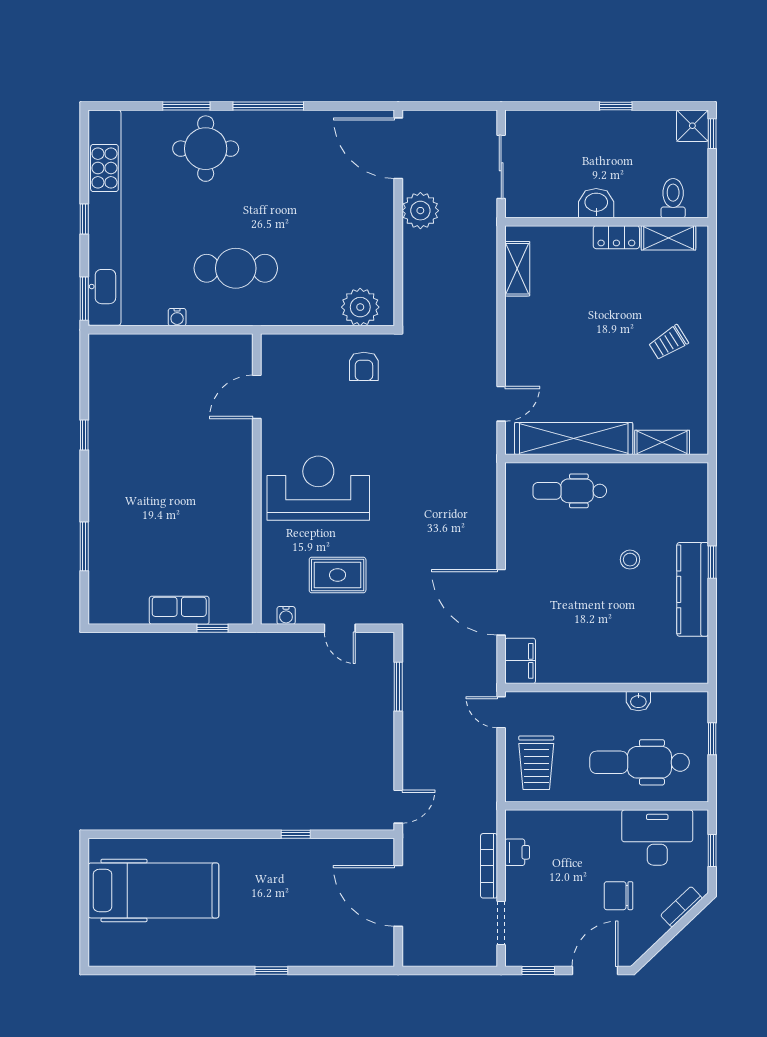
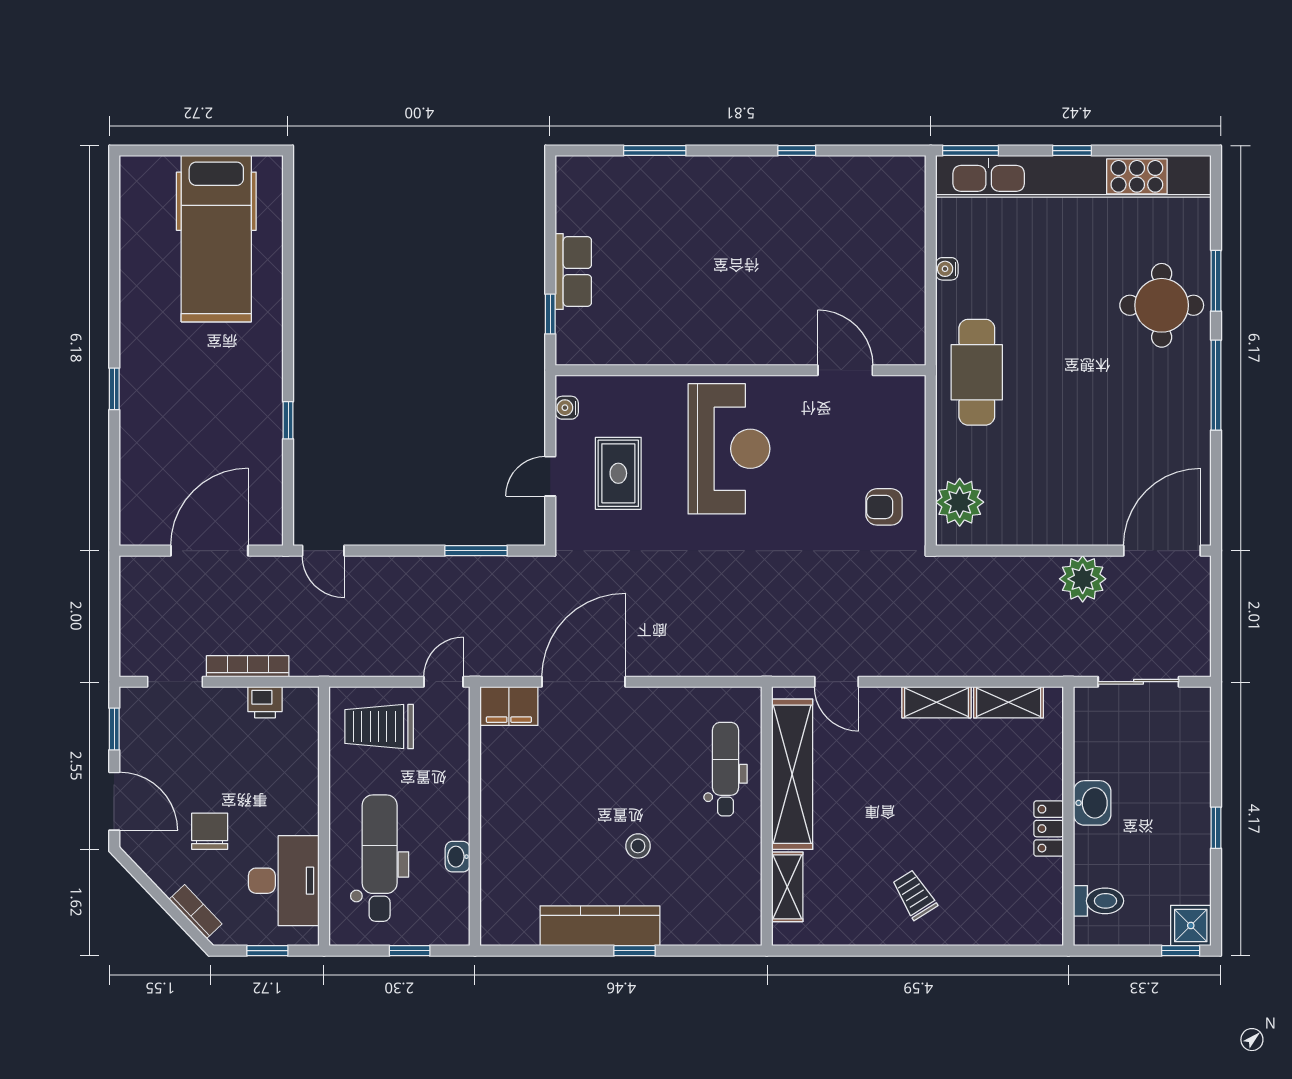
shelving: (669, 238) -> (936, 702), moved, turned 90
cafe table: (236, 268) -> (977, 372), moved

